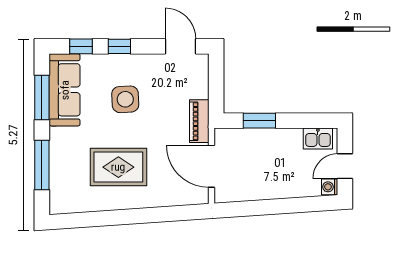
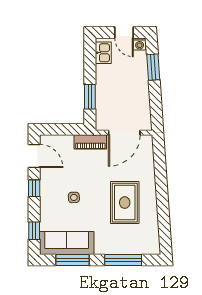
window: (119, 46) -> (34, 188), moved
door: (181, 46) -> (34, 156), swing flipped
side table: (125, 99) -> (74, 197), width x0.54, depth x0.54
window: (299, 205) -> (153, 67), added

